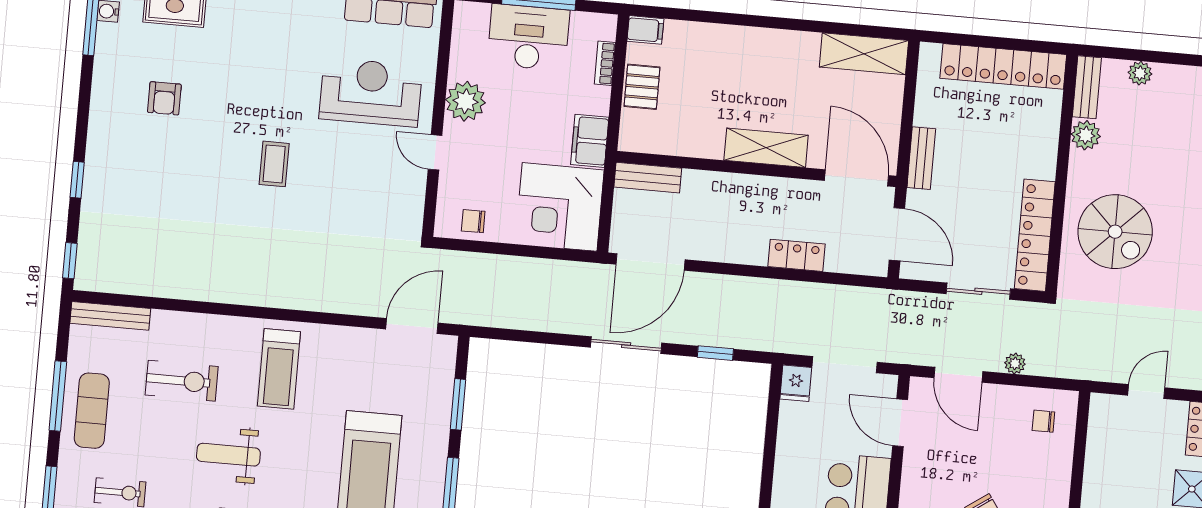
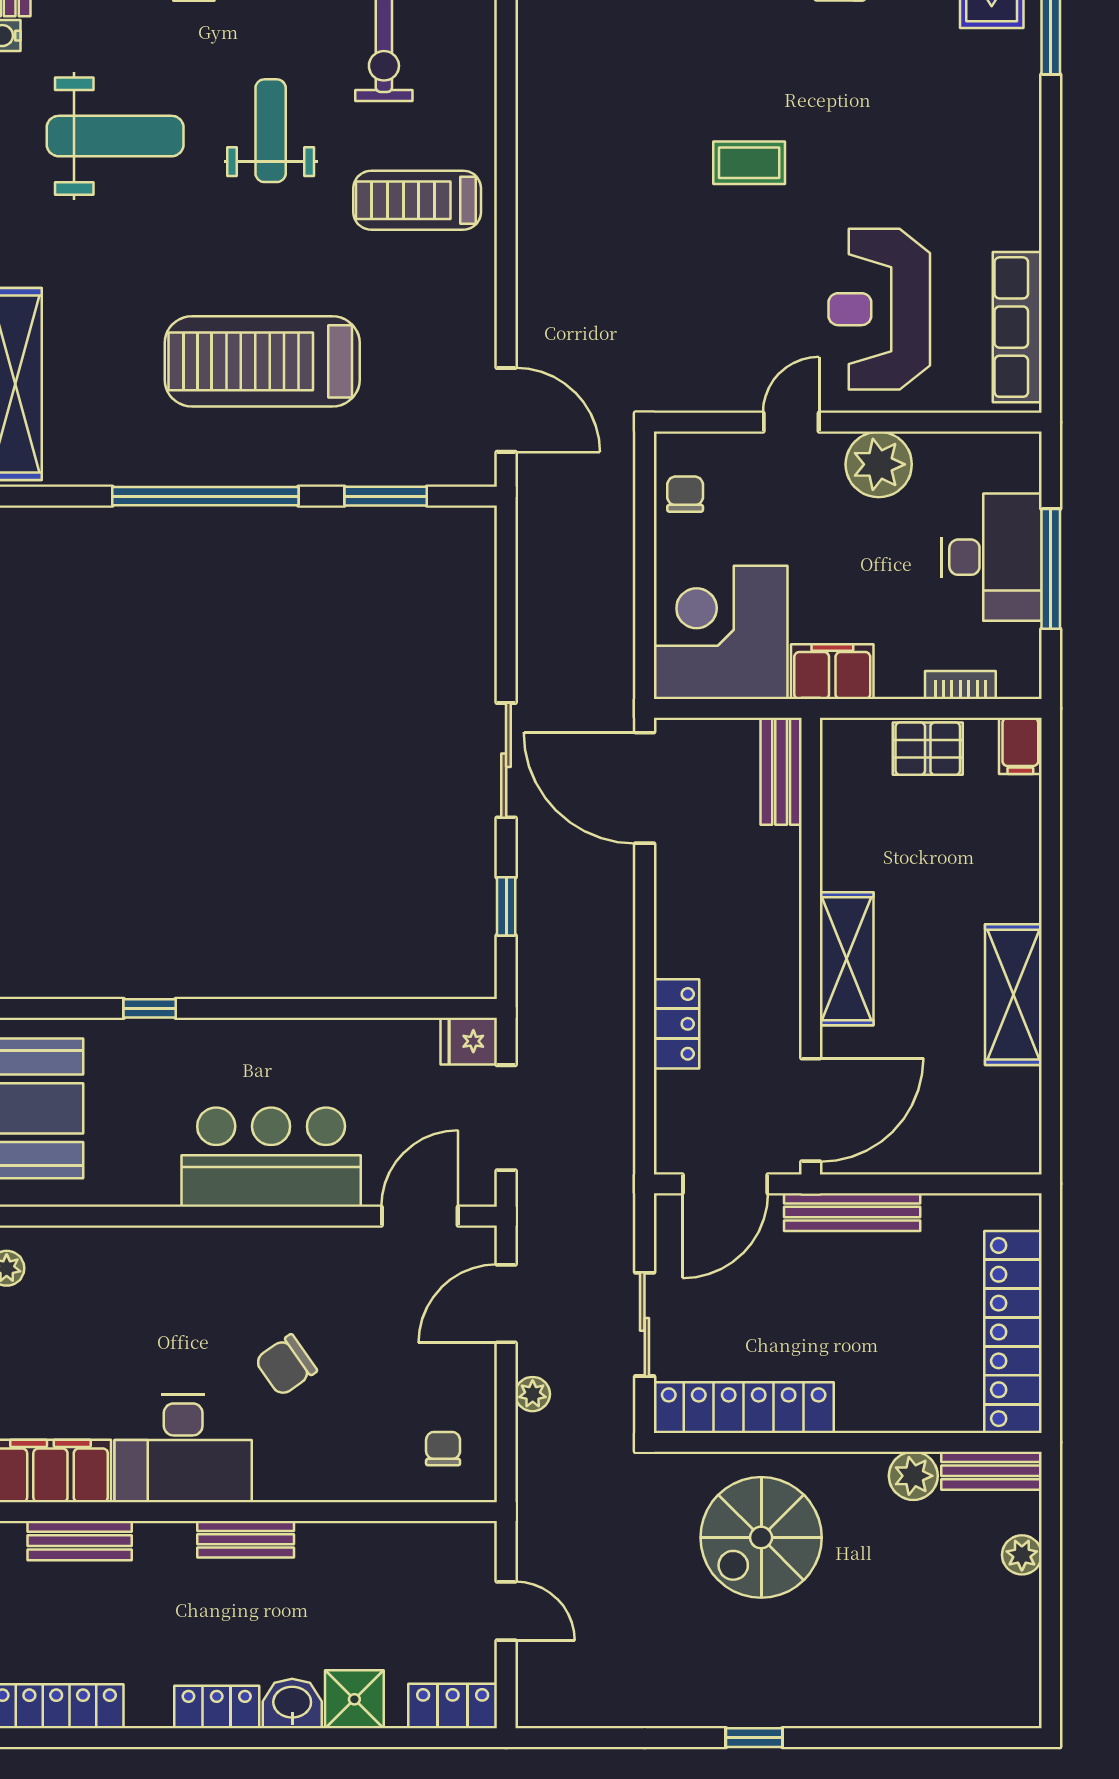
shelving: (864, 54) -> (1013, 995), moved
reception desk: (371, 92) -> (879, 309), turned 180
bench: (921, 158) -> (852, 1212), width x1.36

